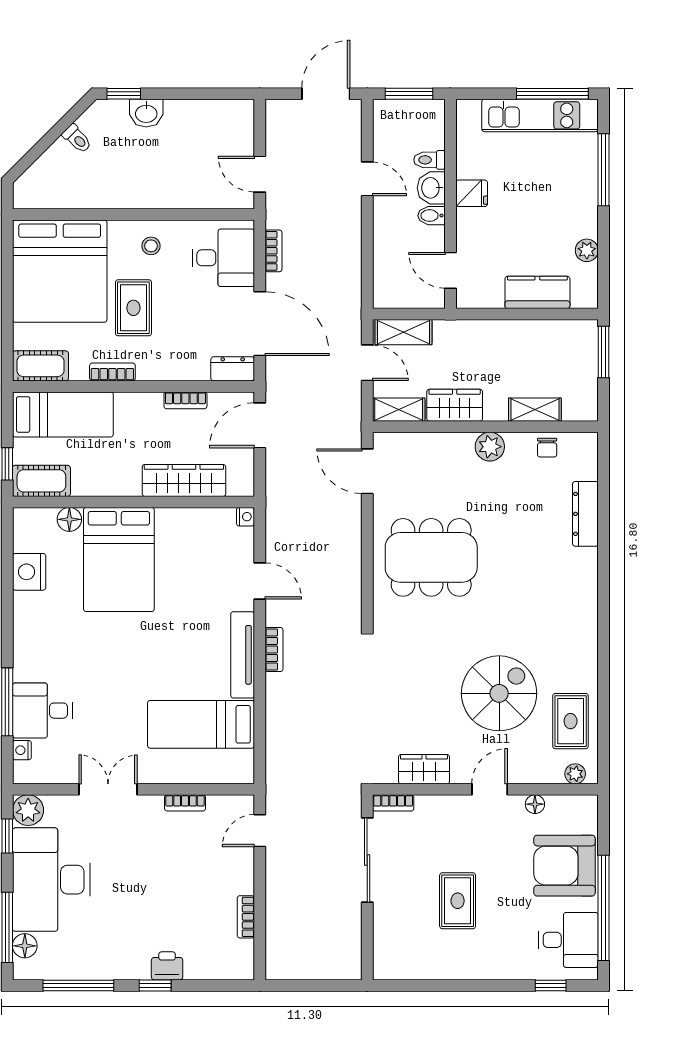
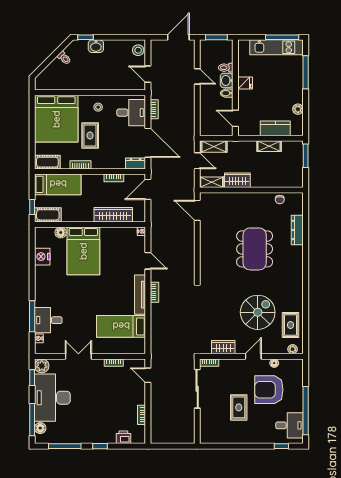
stool: (238, 122) -> (138, 50), added
shelving: (535, 410) -> (269, 146), moved
plant: (490, 447) -> (253, 199), removed
dining table: (431, 557) -> (255, 249), moved, turned 90
door: (260, 831) -> (148, 375), hinge flipped
armchair: (564, 866) -> (269, 390), moved
printer: (167, 966) -> (123, 437), moved

